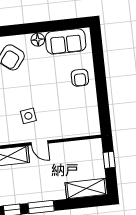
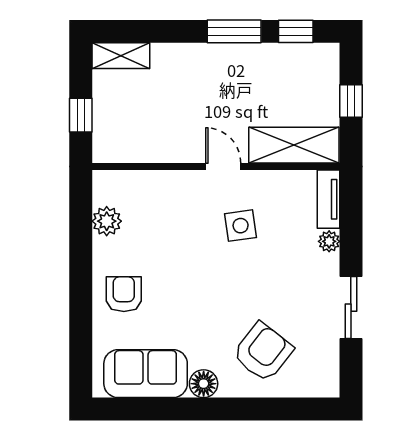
plant: (92, 111) -> (107, 221), added
shelving: (86, 189) -> (121, 56), width x0.67, depth x0.75

